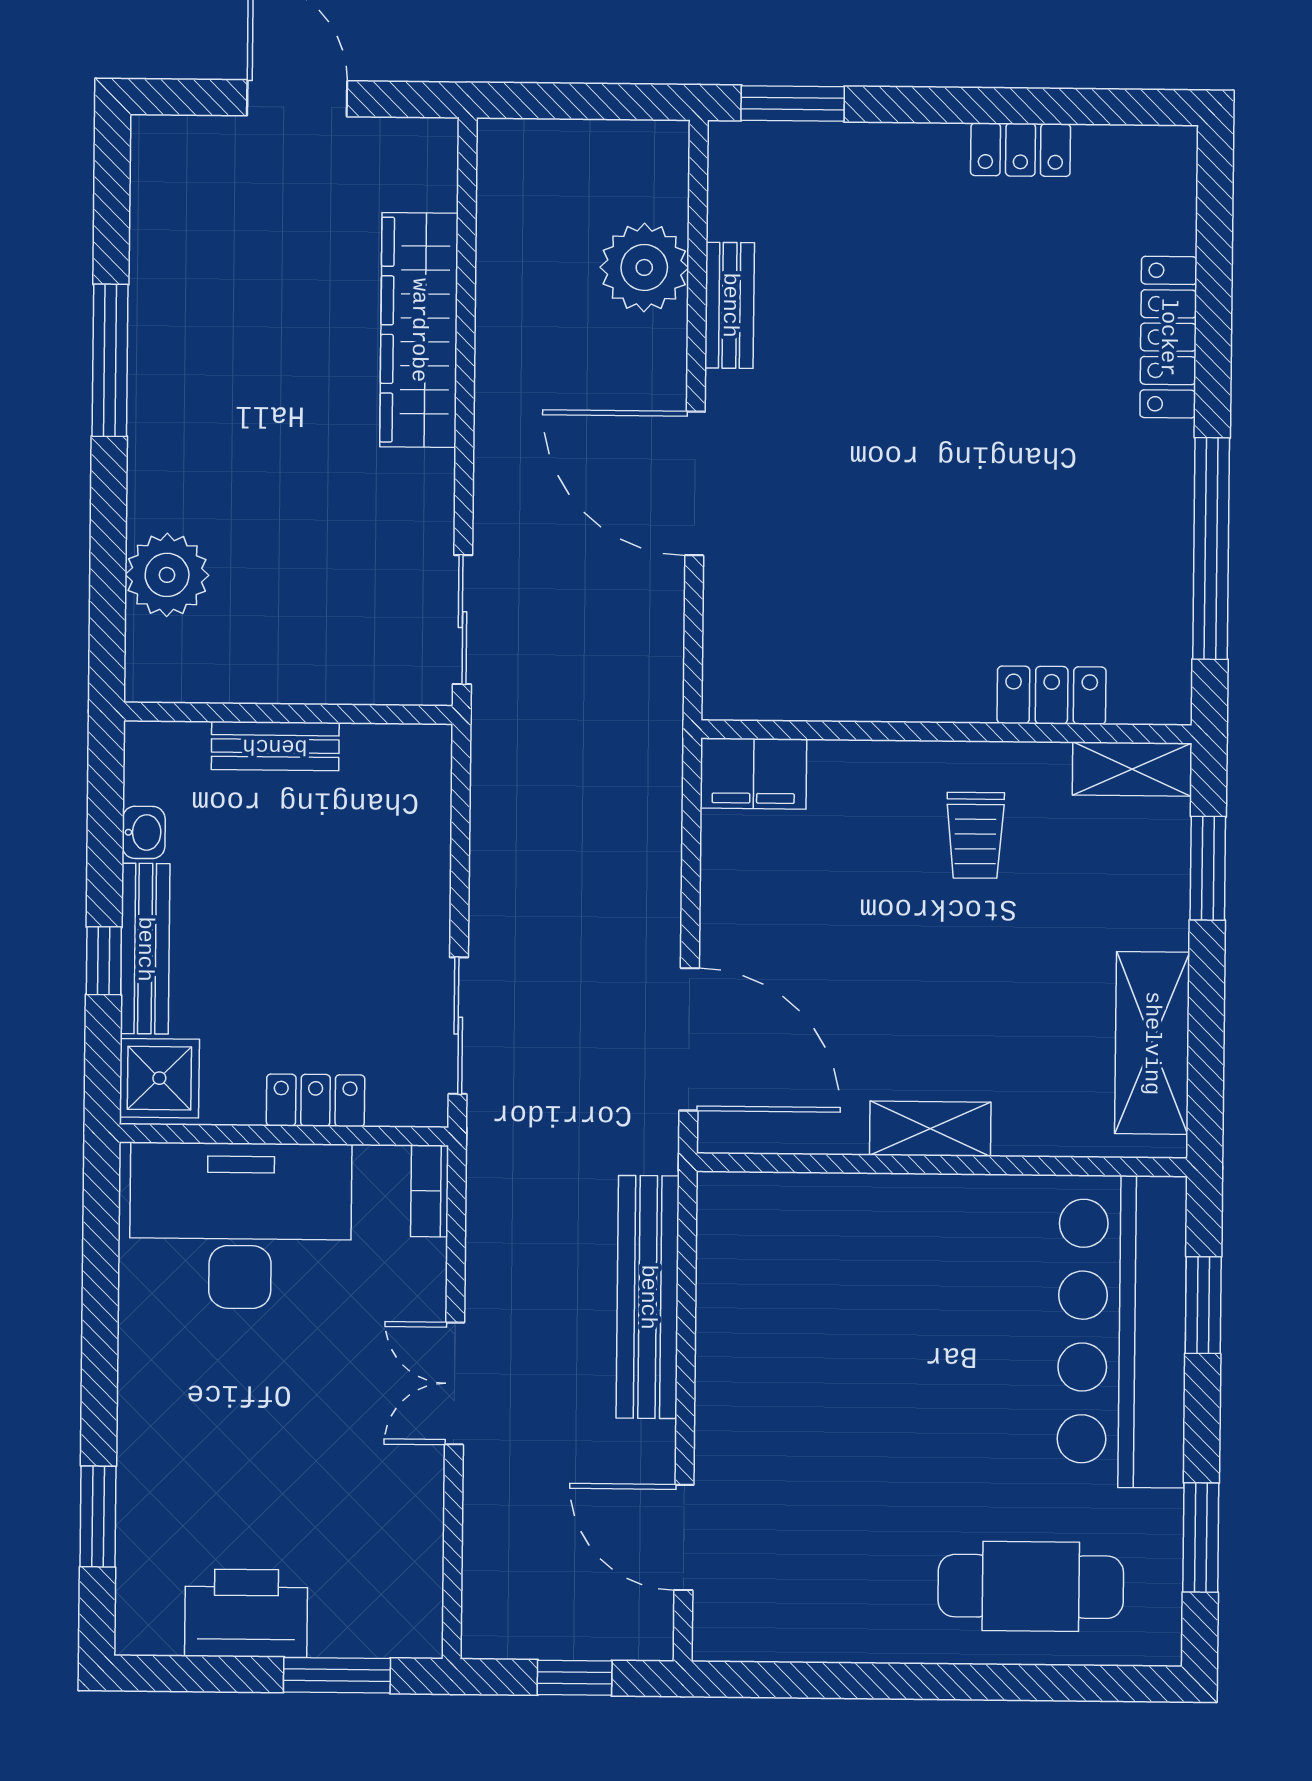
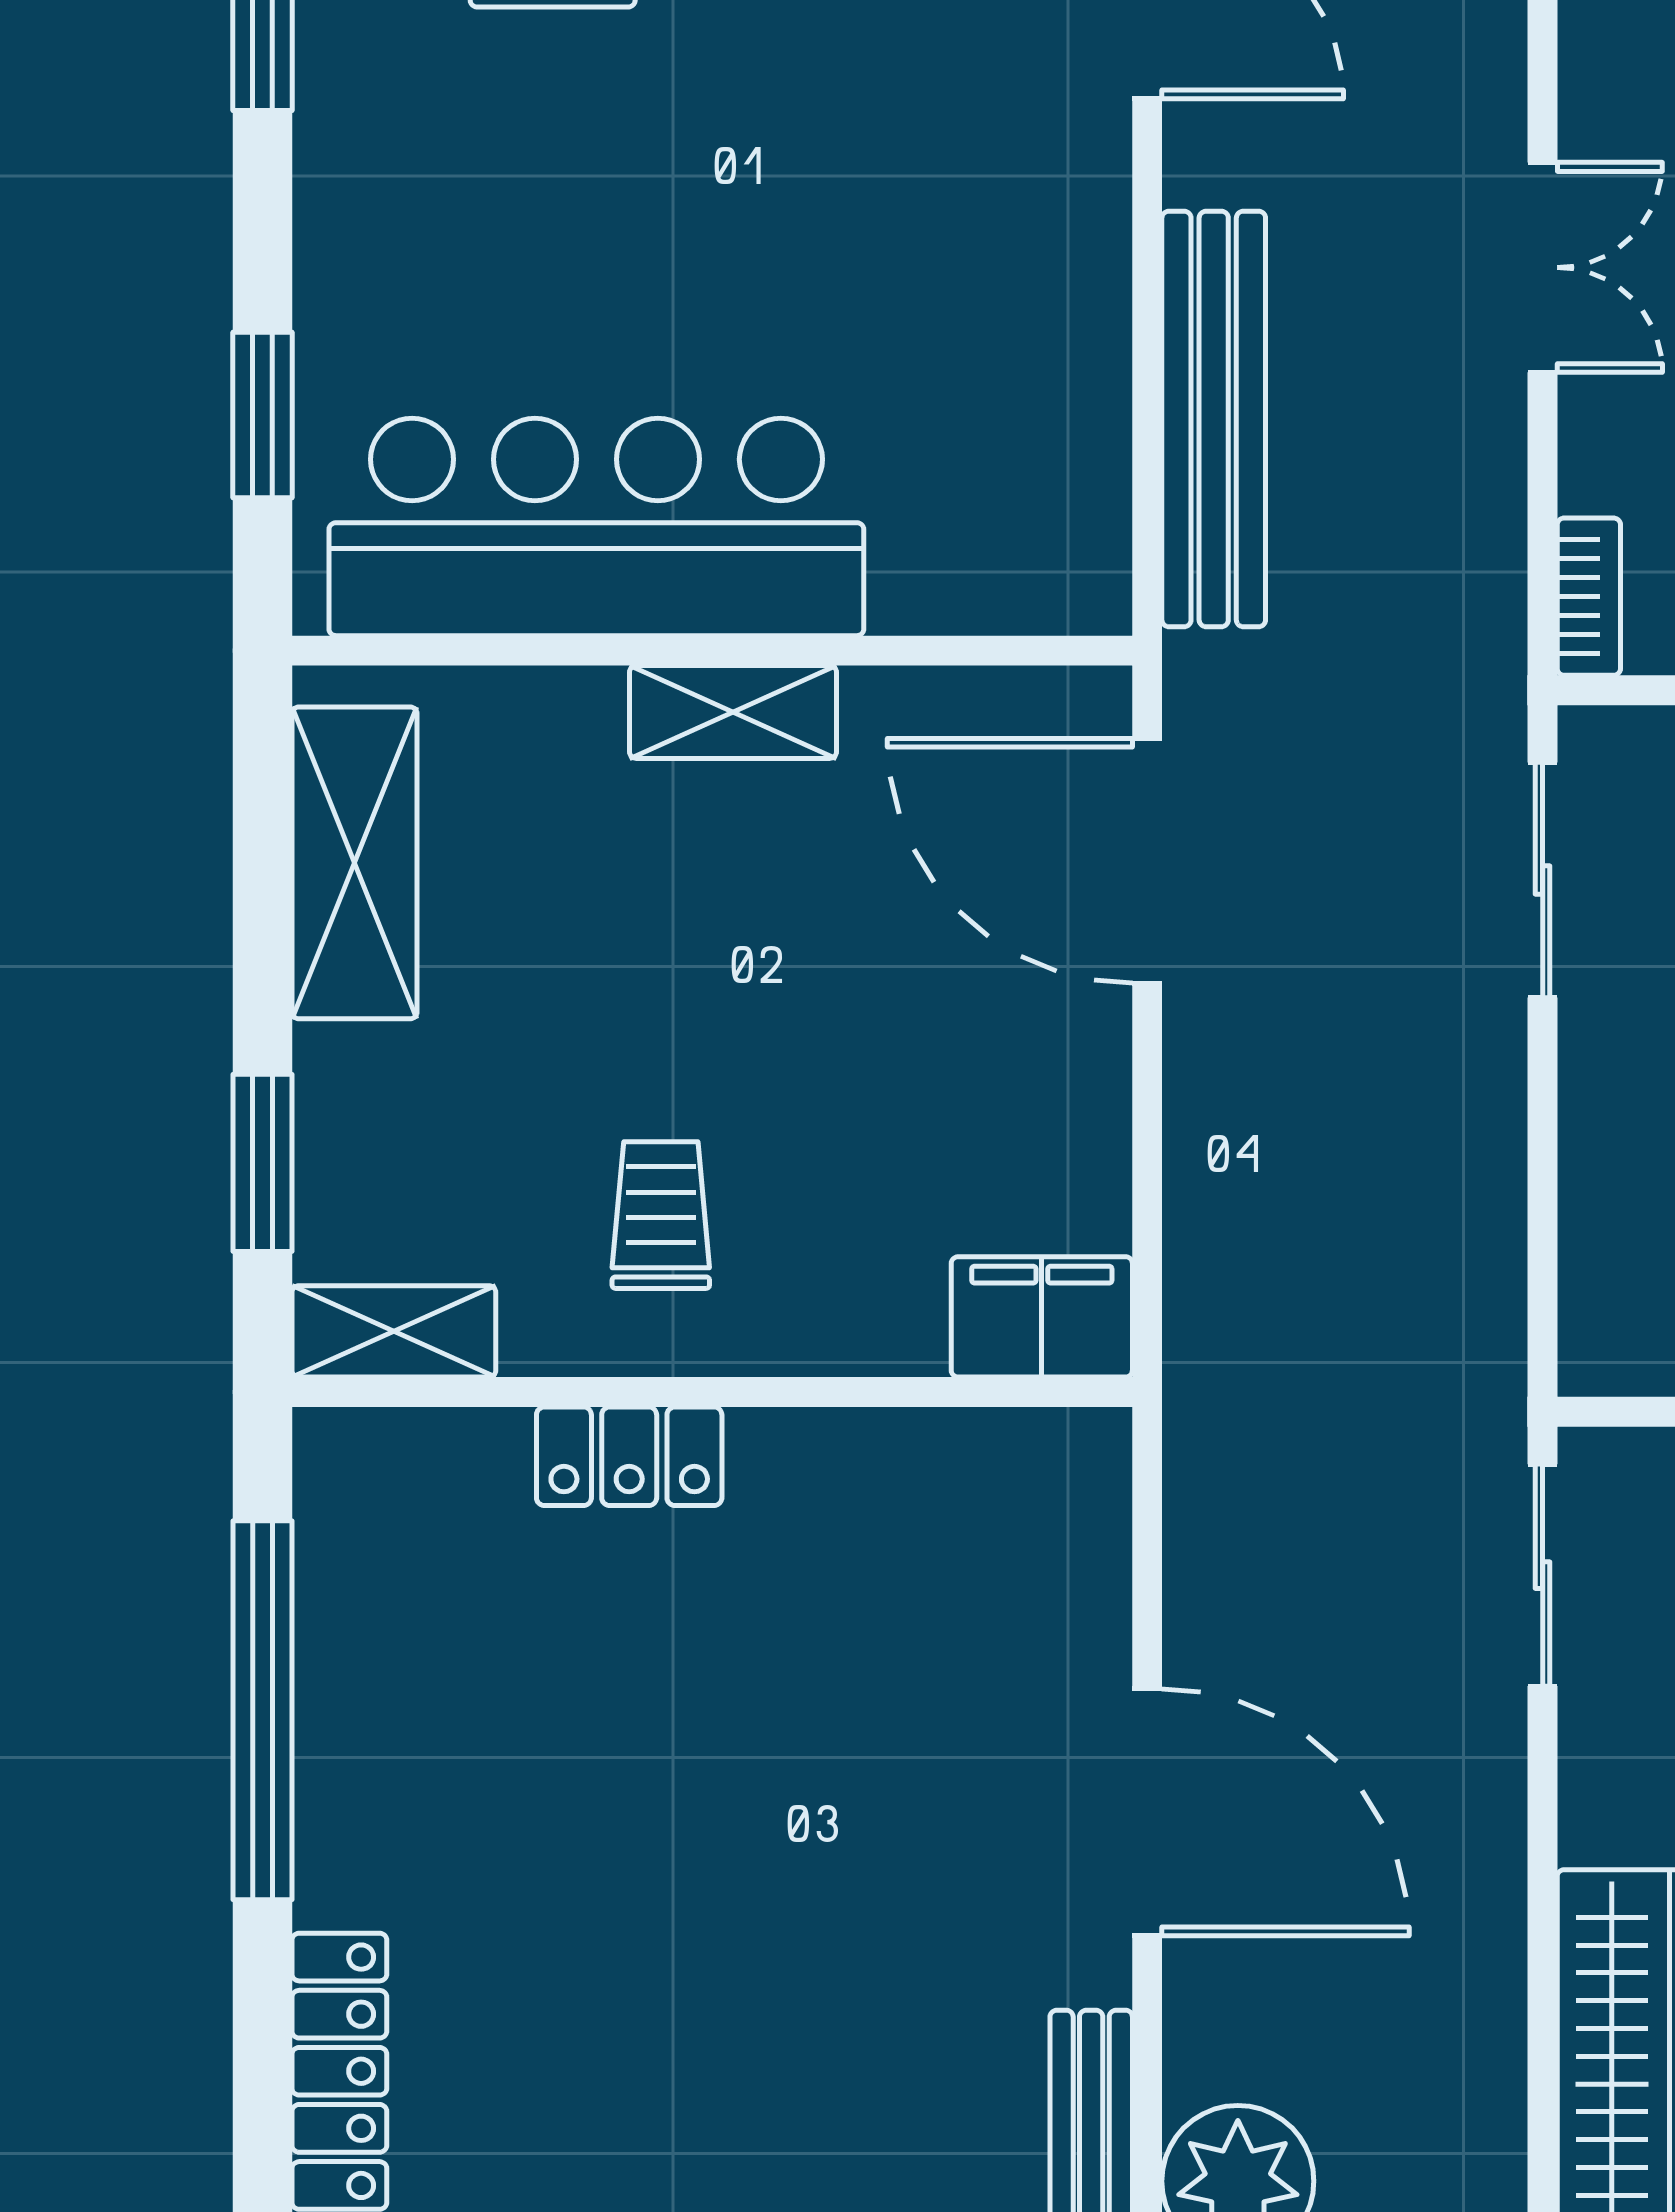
locker: (1052, 695) -> (629, 1456), moved
bar counter: (1122, 1331) -> (596, 527), moved, turned -90

